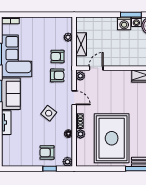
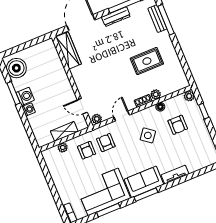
washing machine: (136, 22) -> (29, 109), moved
rug: (112, 138) -> (147, 61), width x0.54, depth x0.49
armchair: (47, 152) -> (178, 125), moved

